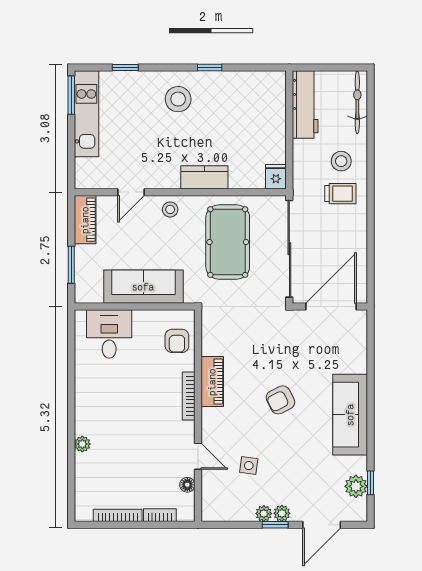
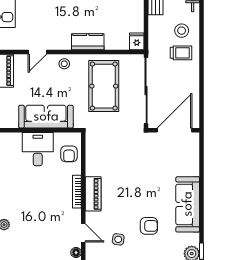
desk: (109, 334) -> (38, 149), moved
piano: (212, 382) -> (93, 194), moved
armchair: (280, 400) -> (149, 226), moved, turned -153

